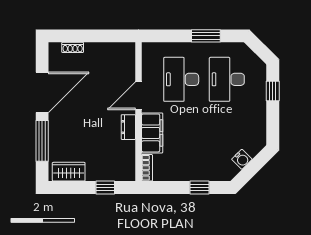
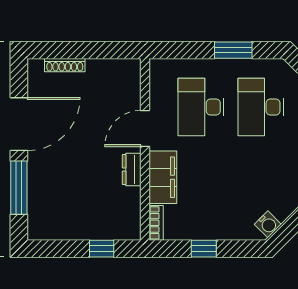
shoe rack: (73, 47) -> (65, 65), width x1.43
water cooler: (242, 159) -> (268, 224), moved
wardrobe: (69, 172) -> (54, 228), removed
window: (200, 187) -> (204, 249), moved

